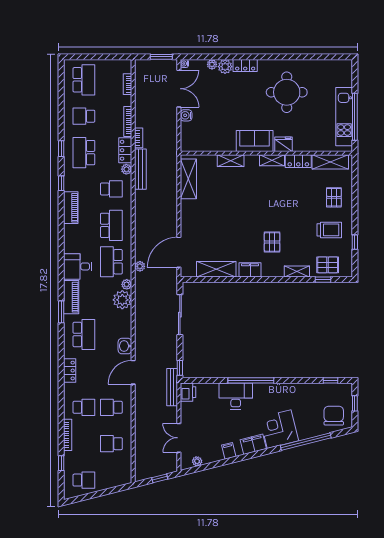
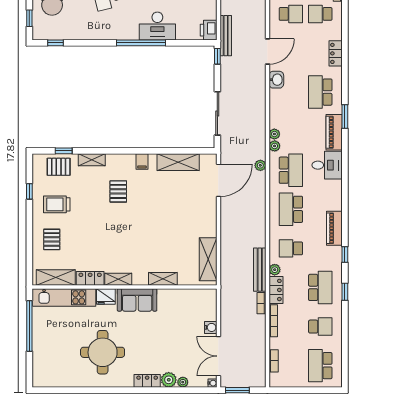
kitchen unit: (344, 117) -> (64, 297), moved, turned 90
filing cabinet: (250, 270) -> (142, 161), width x0.50
plant: (122, 300) -> (274, 134), width x0.53, depth x0.53

